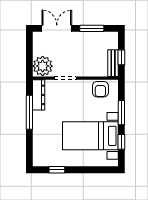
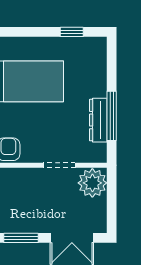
dresser: (39, 95) -> (98, 120), moved

